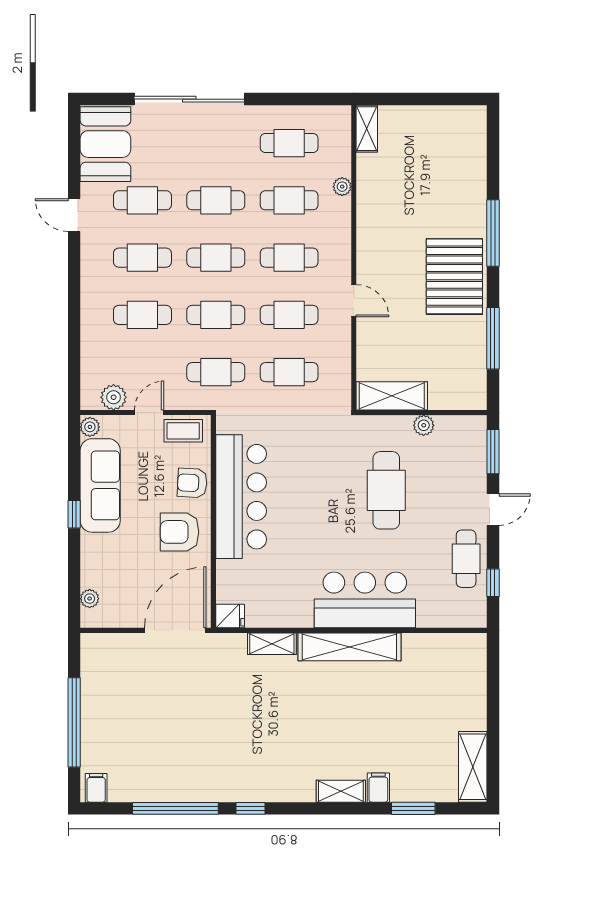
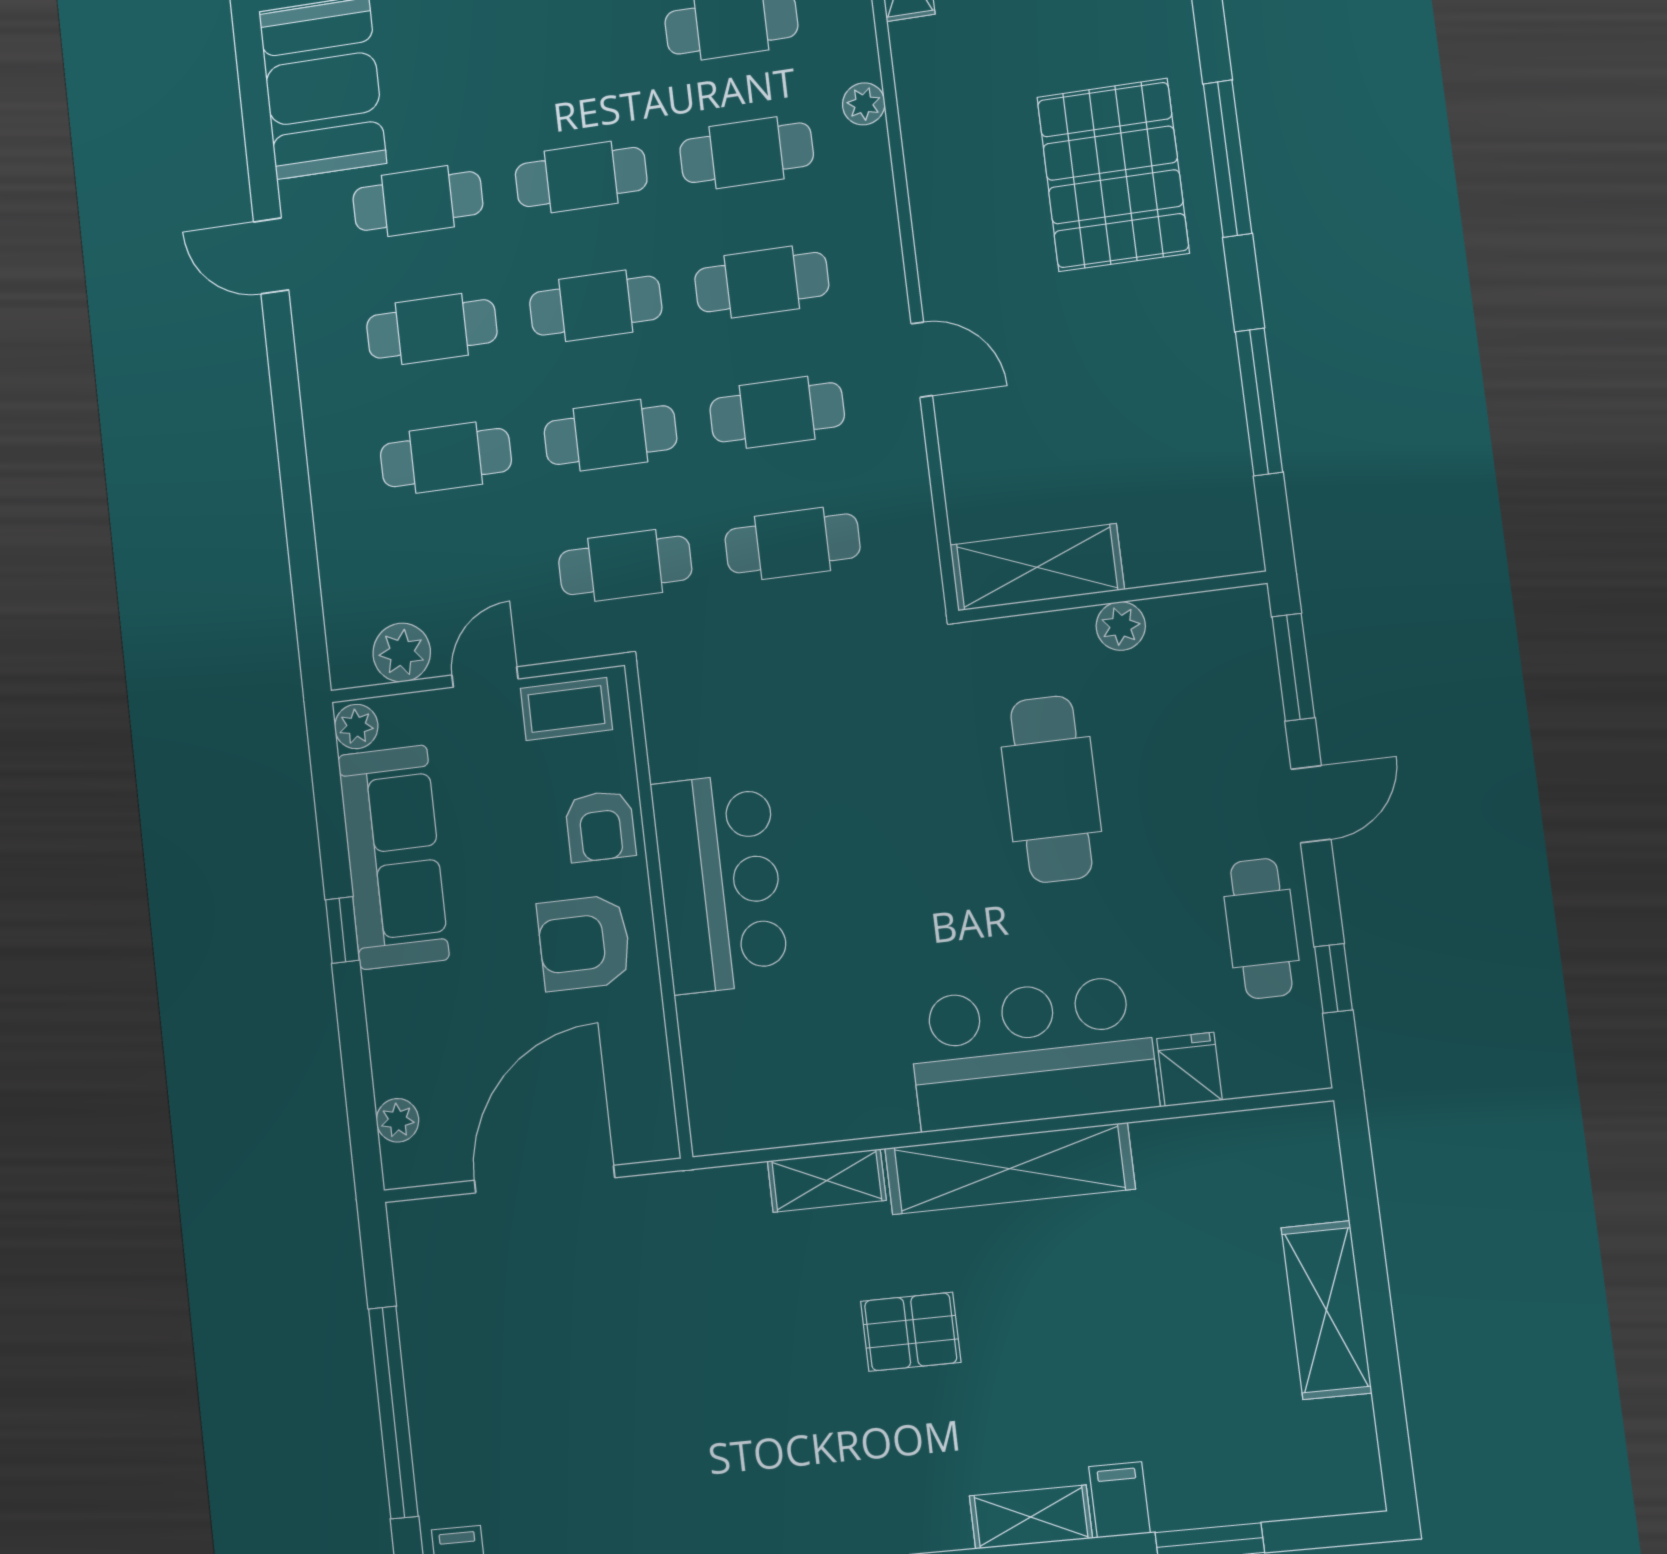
pallet: (454, 276) -> (1113, 175), moved
armchair: (192, 483) -> (600, 826), turned -93
bar counter: (241, 497) -> (720, 883), width x0.73
fridge: (230, 616) -> (1189, 1069), moved, turned -90
door: (175, 630) -> (544, 1179), moved
pallet: (300, 710) -> (911, 1332), added
shelving: (473, 767) -> (1326, 1310), moved

